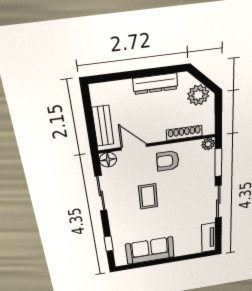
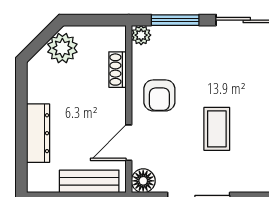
dresser: (155, 84) -> (38, 133), moved
shoe rack: (184, 133) -> (117, 70), width x0.70
coffee table: (148, 196) -> (217, 129), turned 90

